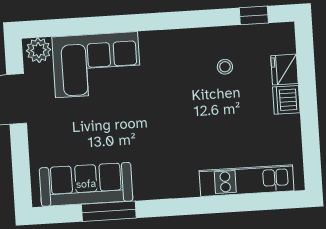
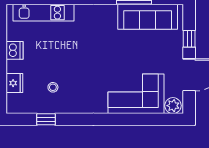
window: (254, 15) -> (46, 119), moved
dishwasher: (286, 100) -> (15, 50), moved
window: (20, 155) -> (189, 39), added

